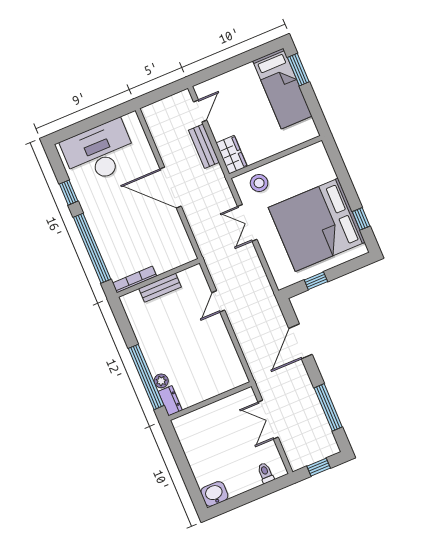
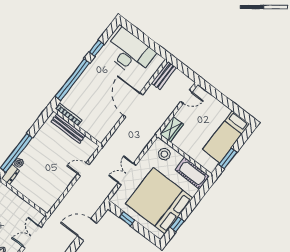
window: (298, 70) -> (228, 158), moved
bench: (204, 146) -> (164, 75), moved
cot: (305, 161) -> (192, 173), added
double door: (247, 223) -> (127, 174), moved
bench: (160, 288) -> (68, 129), width x1.36

